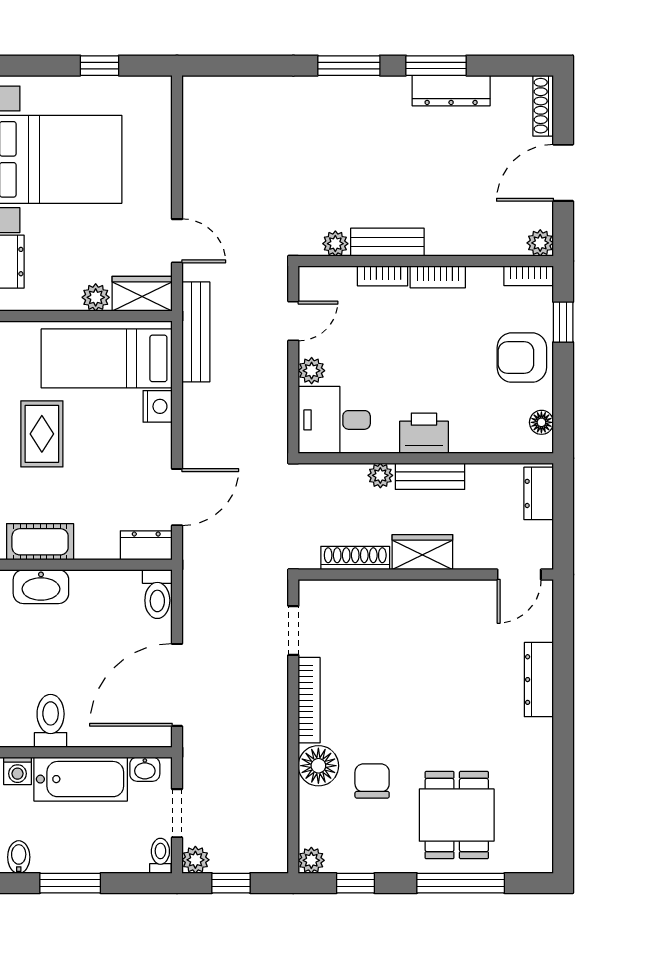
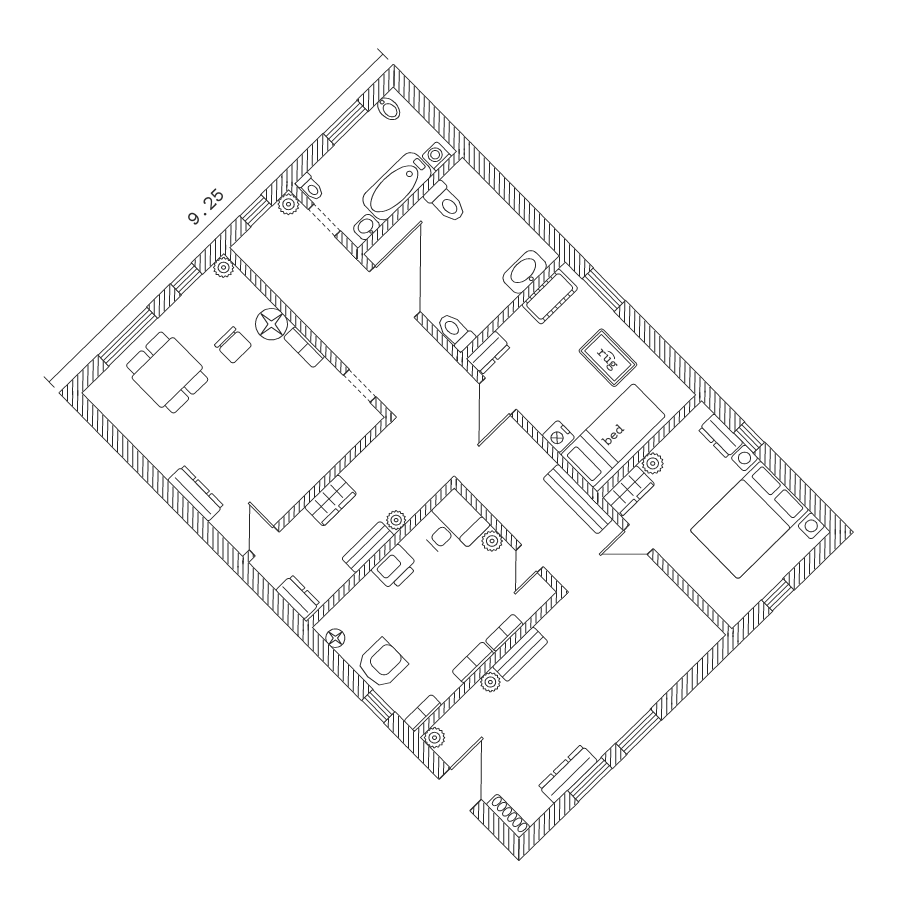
plant: (335, 244) -> (490, 682), moved
shoe rack: (355, 558) -> (365, 460), removed
bookcase: (309, 700) -> (304, 347), width x0.64

